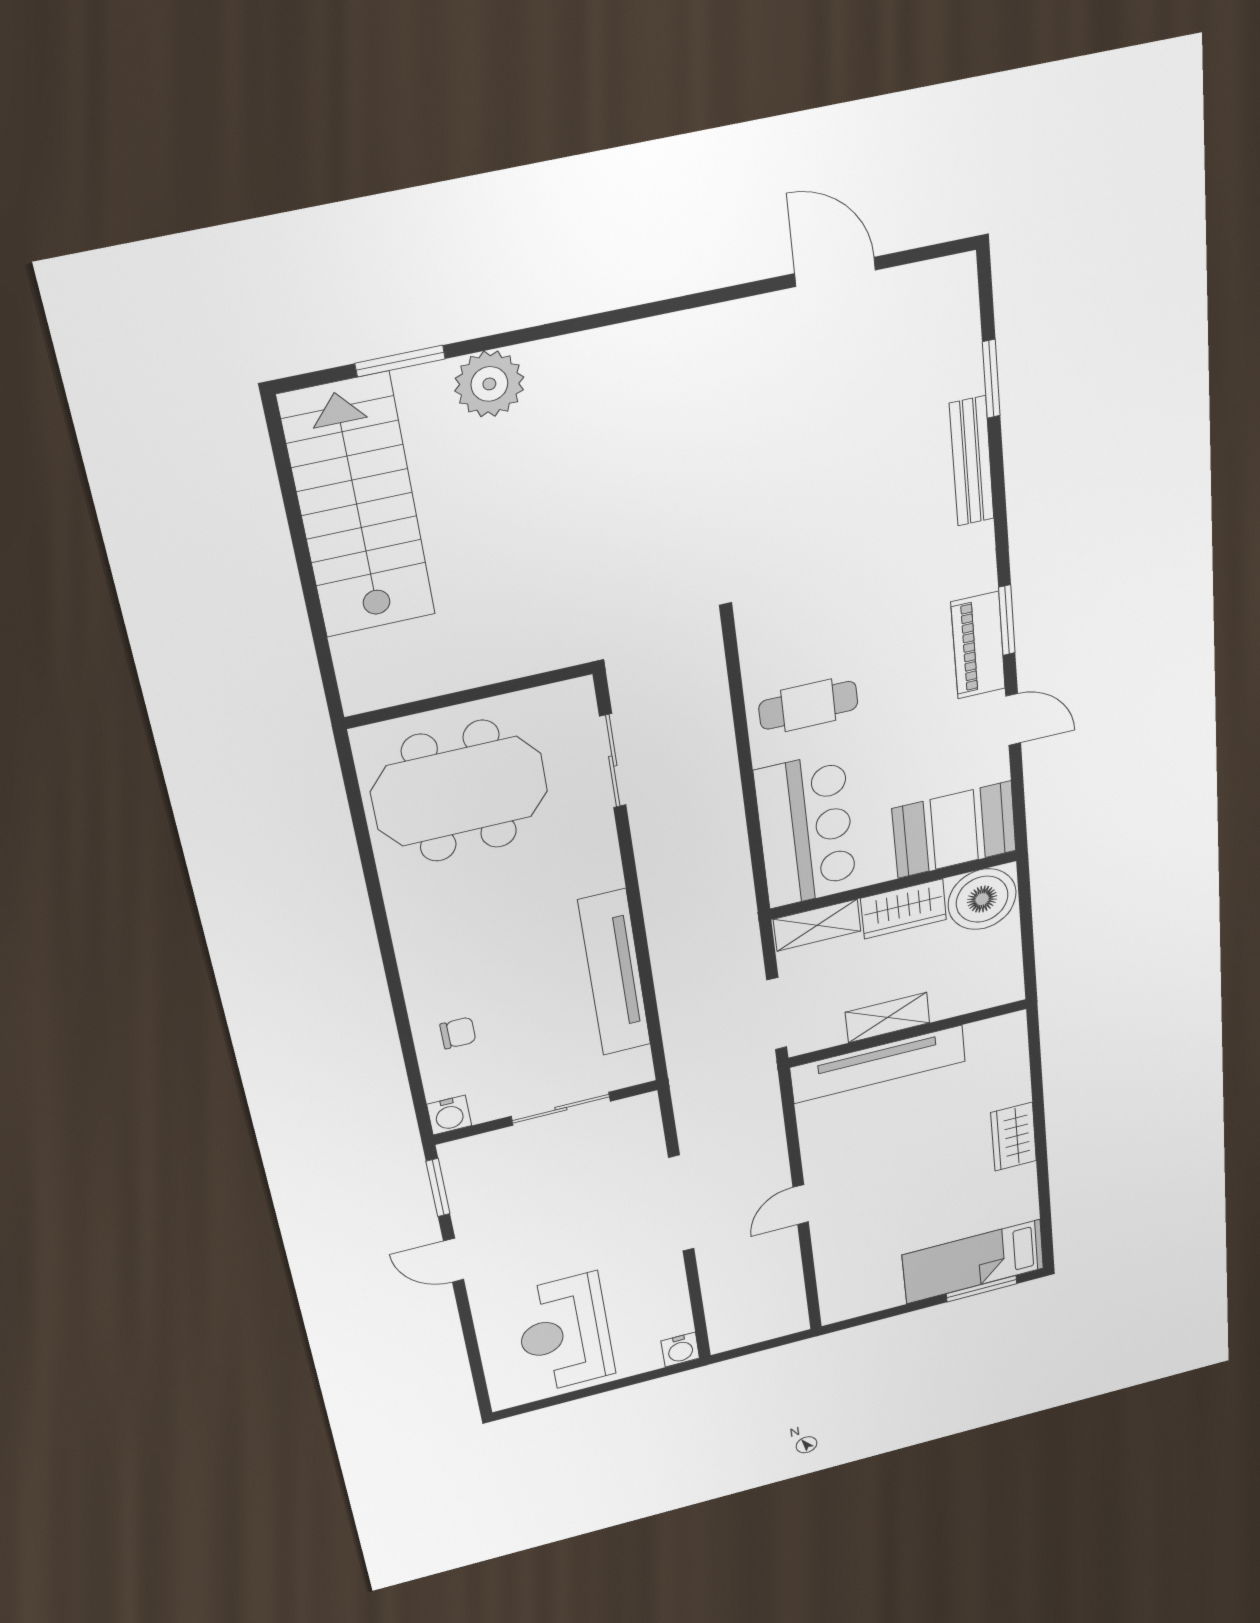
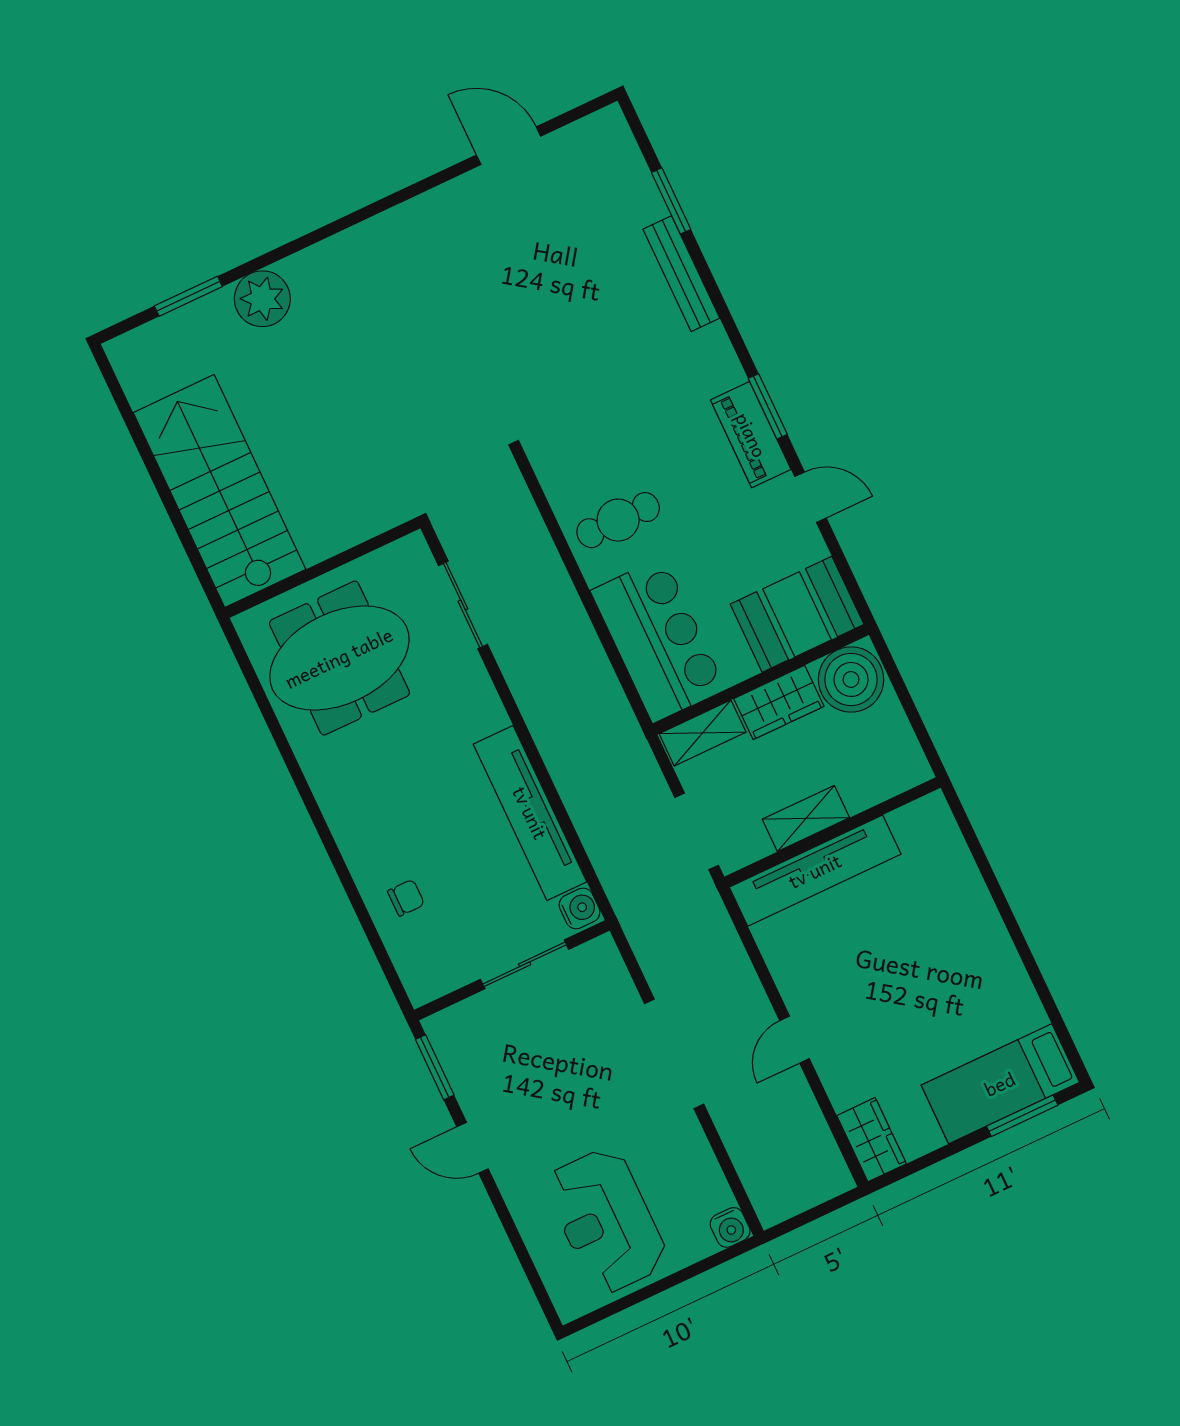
stairs: (357, 507) -> (219, 491), moved
water cooler: (449, 1115) -> (580, 908), moved, turned -90
wardrobe: (1014, 1137) -> (872, 1140), moved, turned 180

